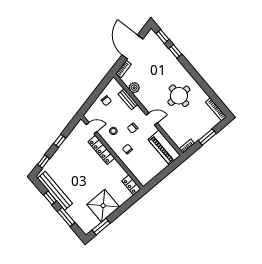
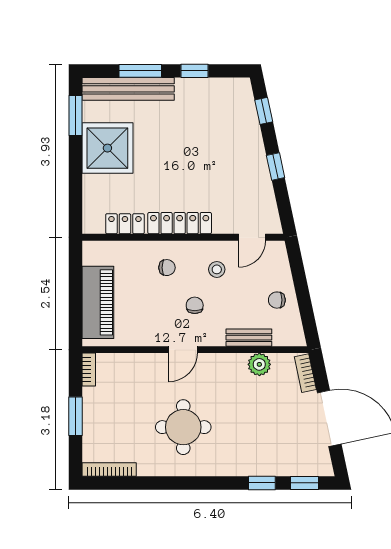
piano: (164, 147) -> (98, 302), moved, turned 90
locker: (101, 150) -> (180, 223), moved
locker: (131, 185) -> (125, 224), moved
bench: (55, 191) -> (128, 89), moved

